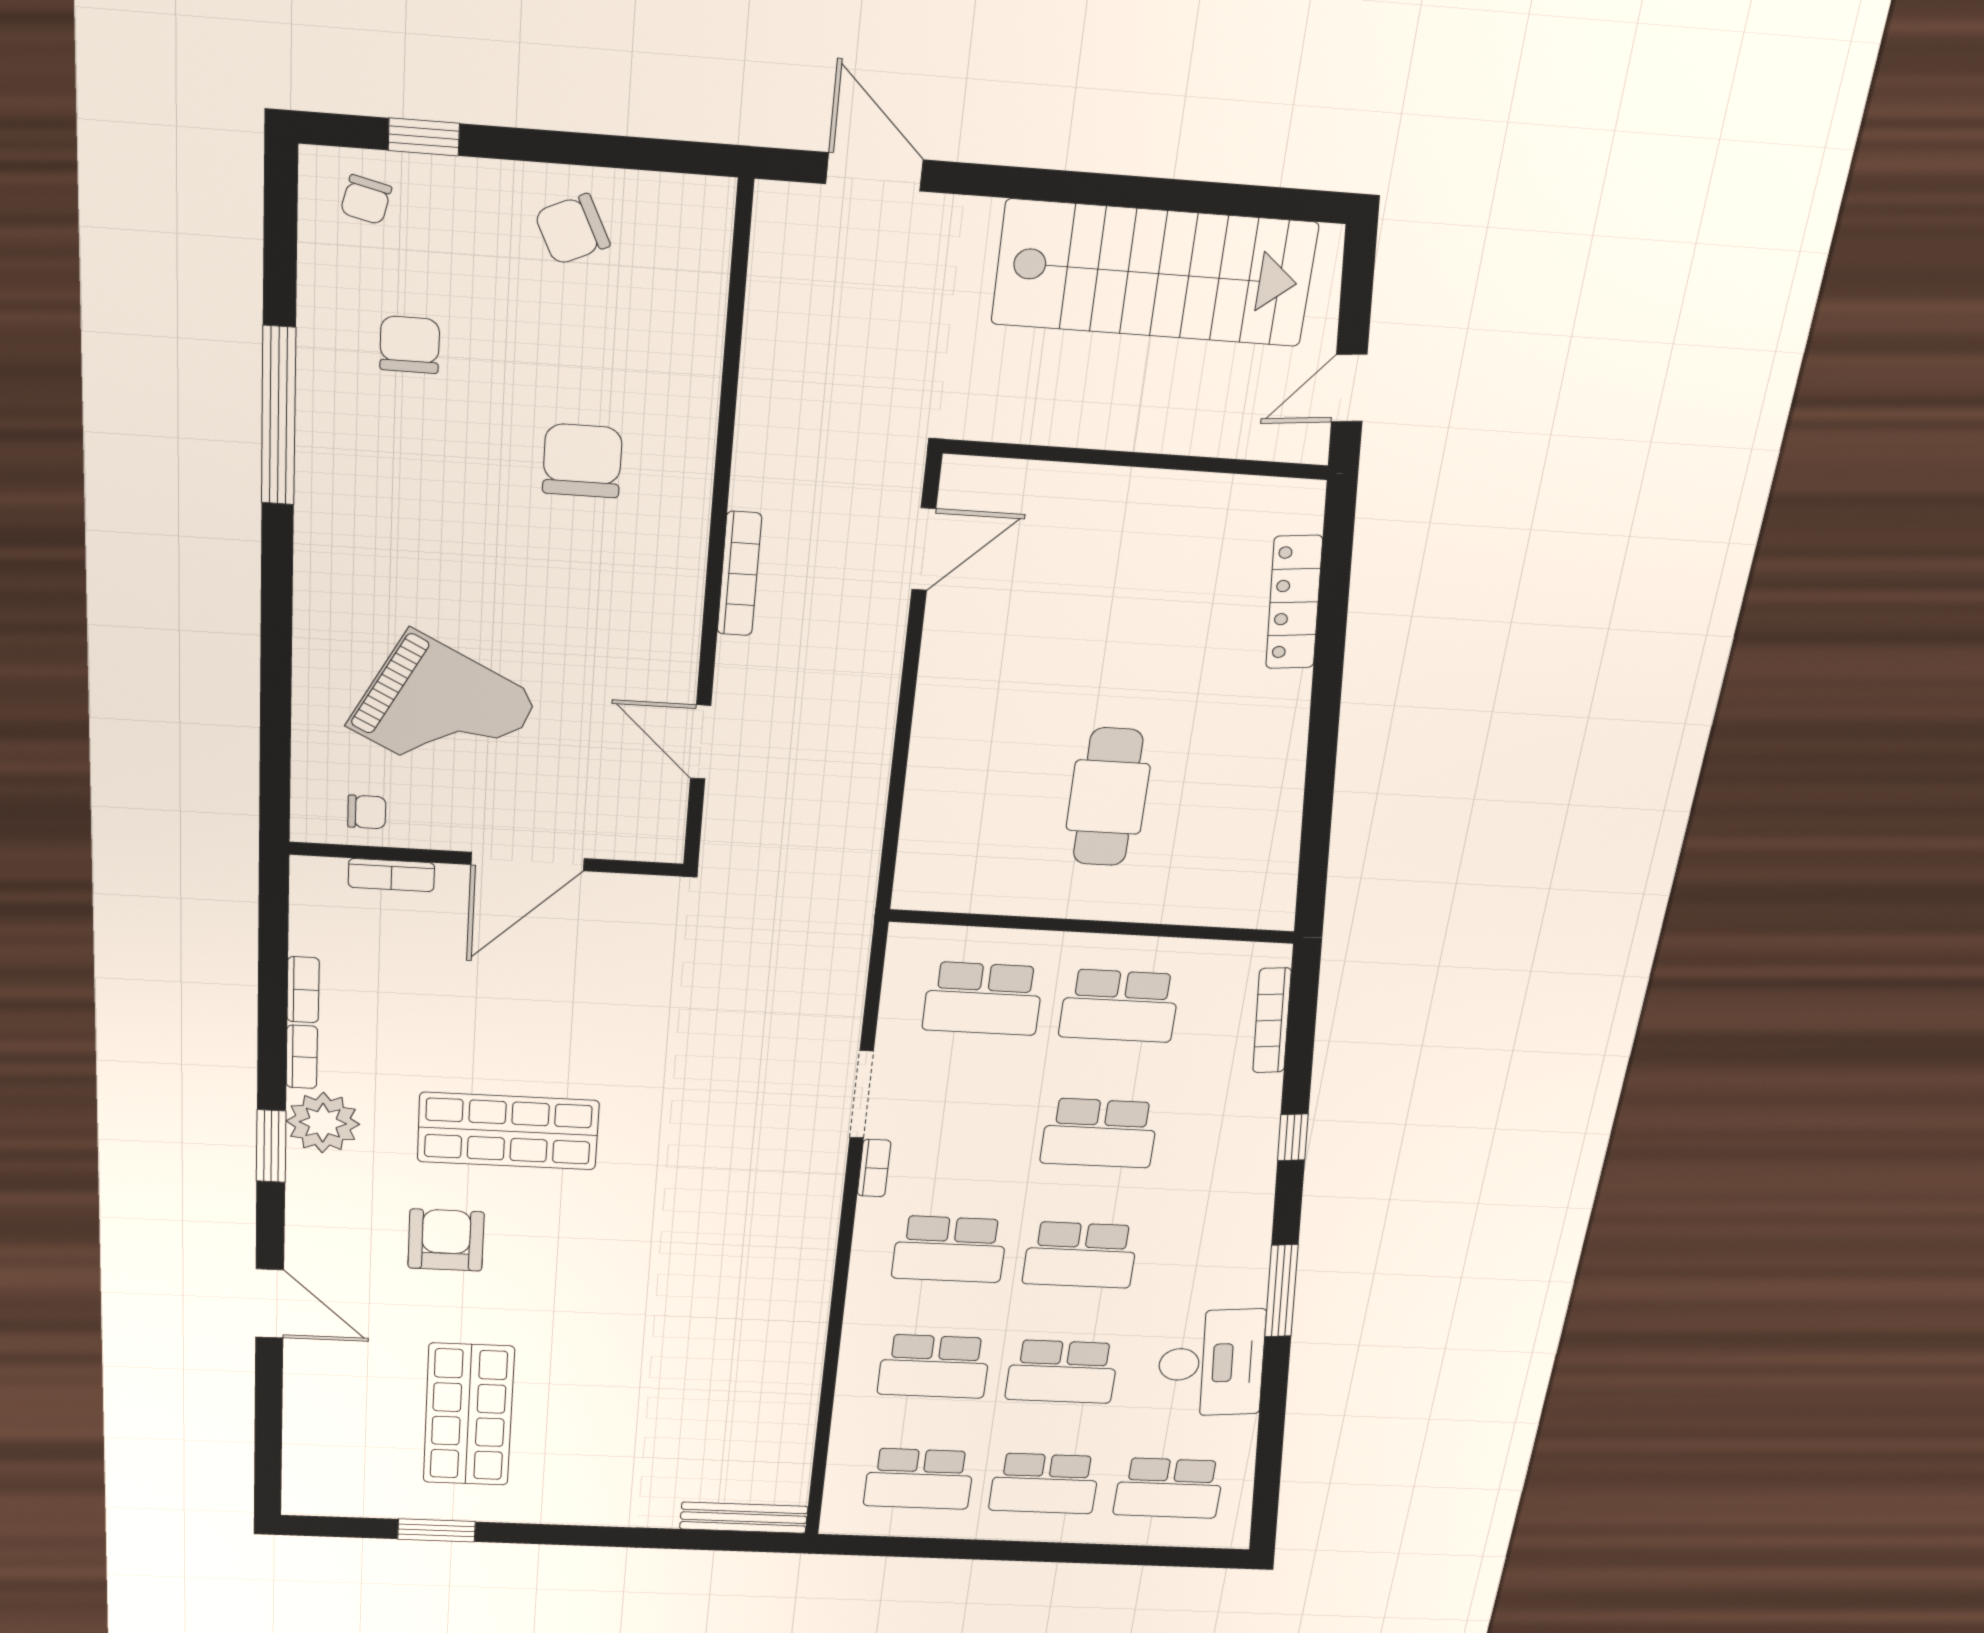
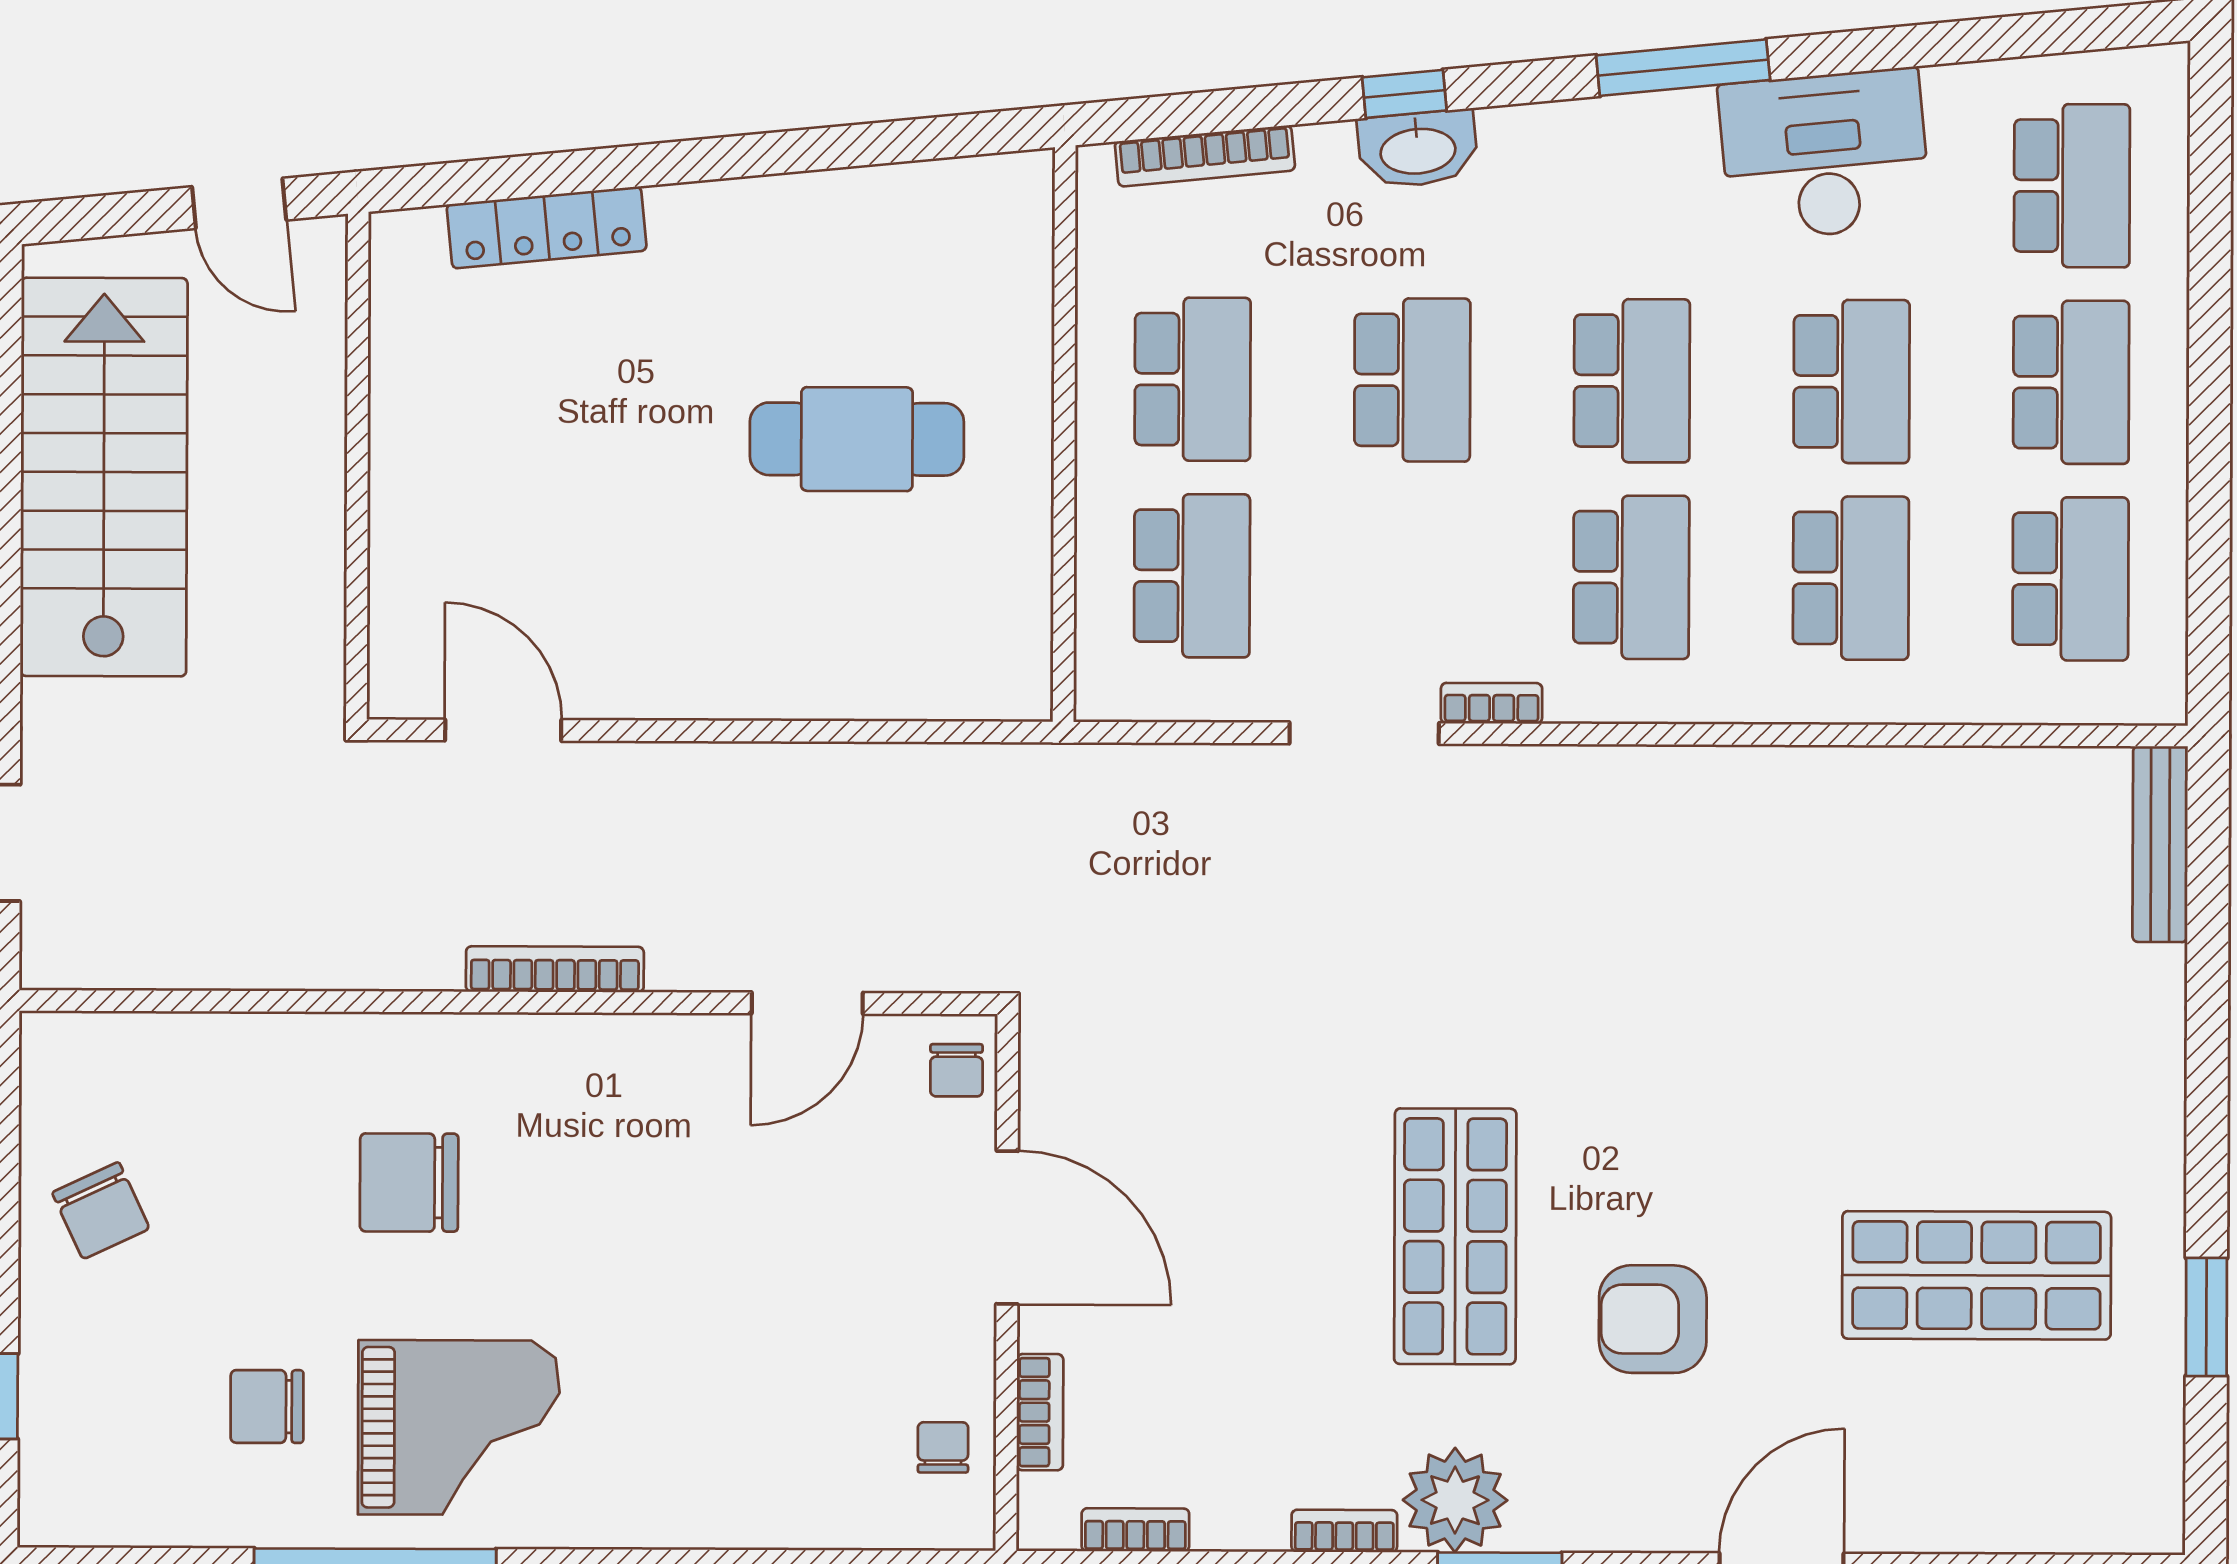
chair: (366, 200) -> (956, 1070), moved, turned 76
grand piano: (443, 712) -> (459, 1428), moved, turned 62
bookcase: (303, 990) -> (1135, 1530), moved
washbasin: (1255, 1143) -> (1418, 149), added

